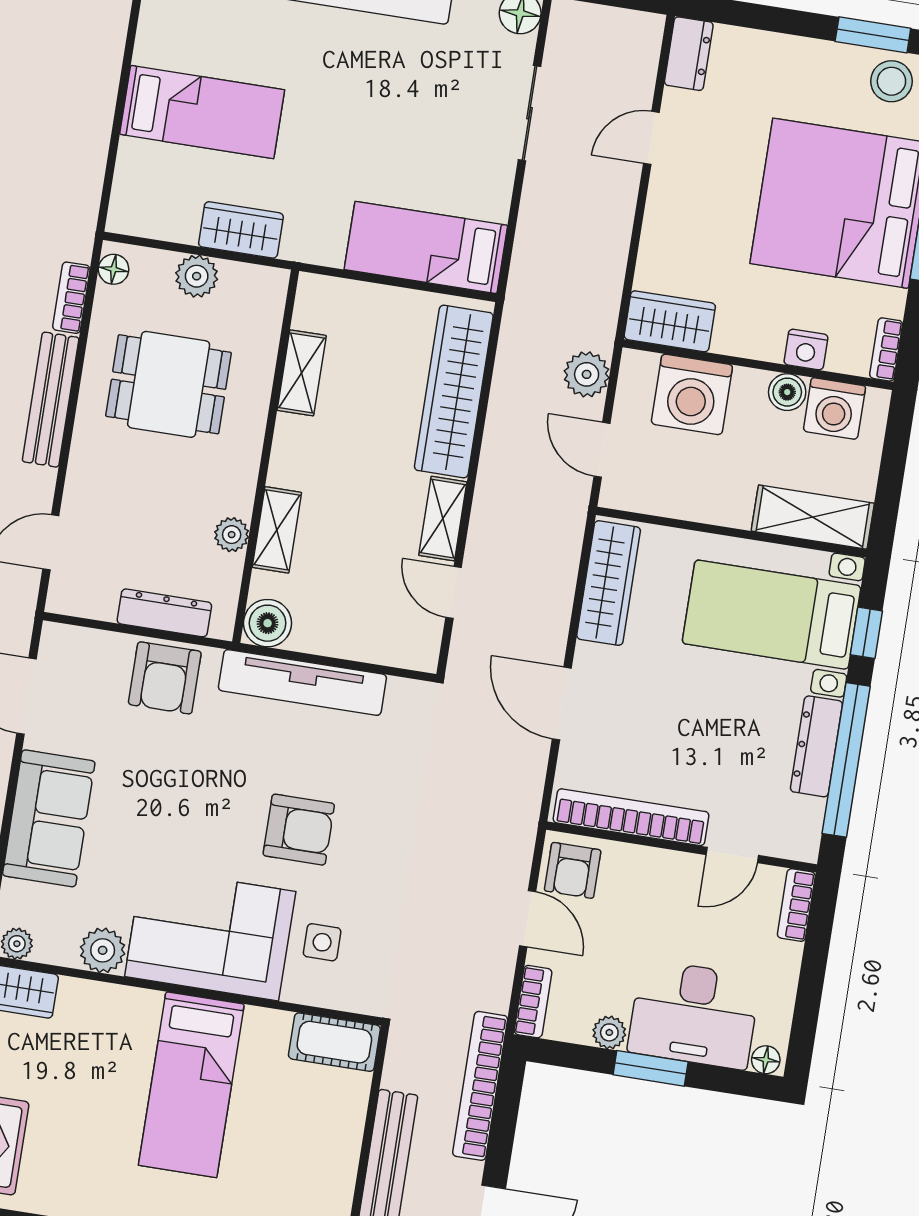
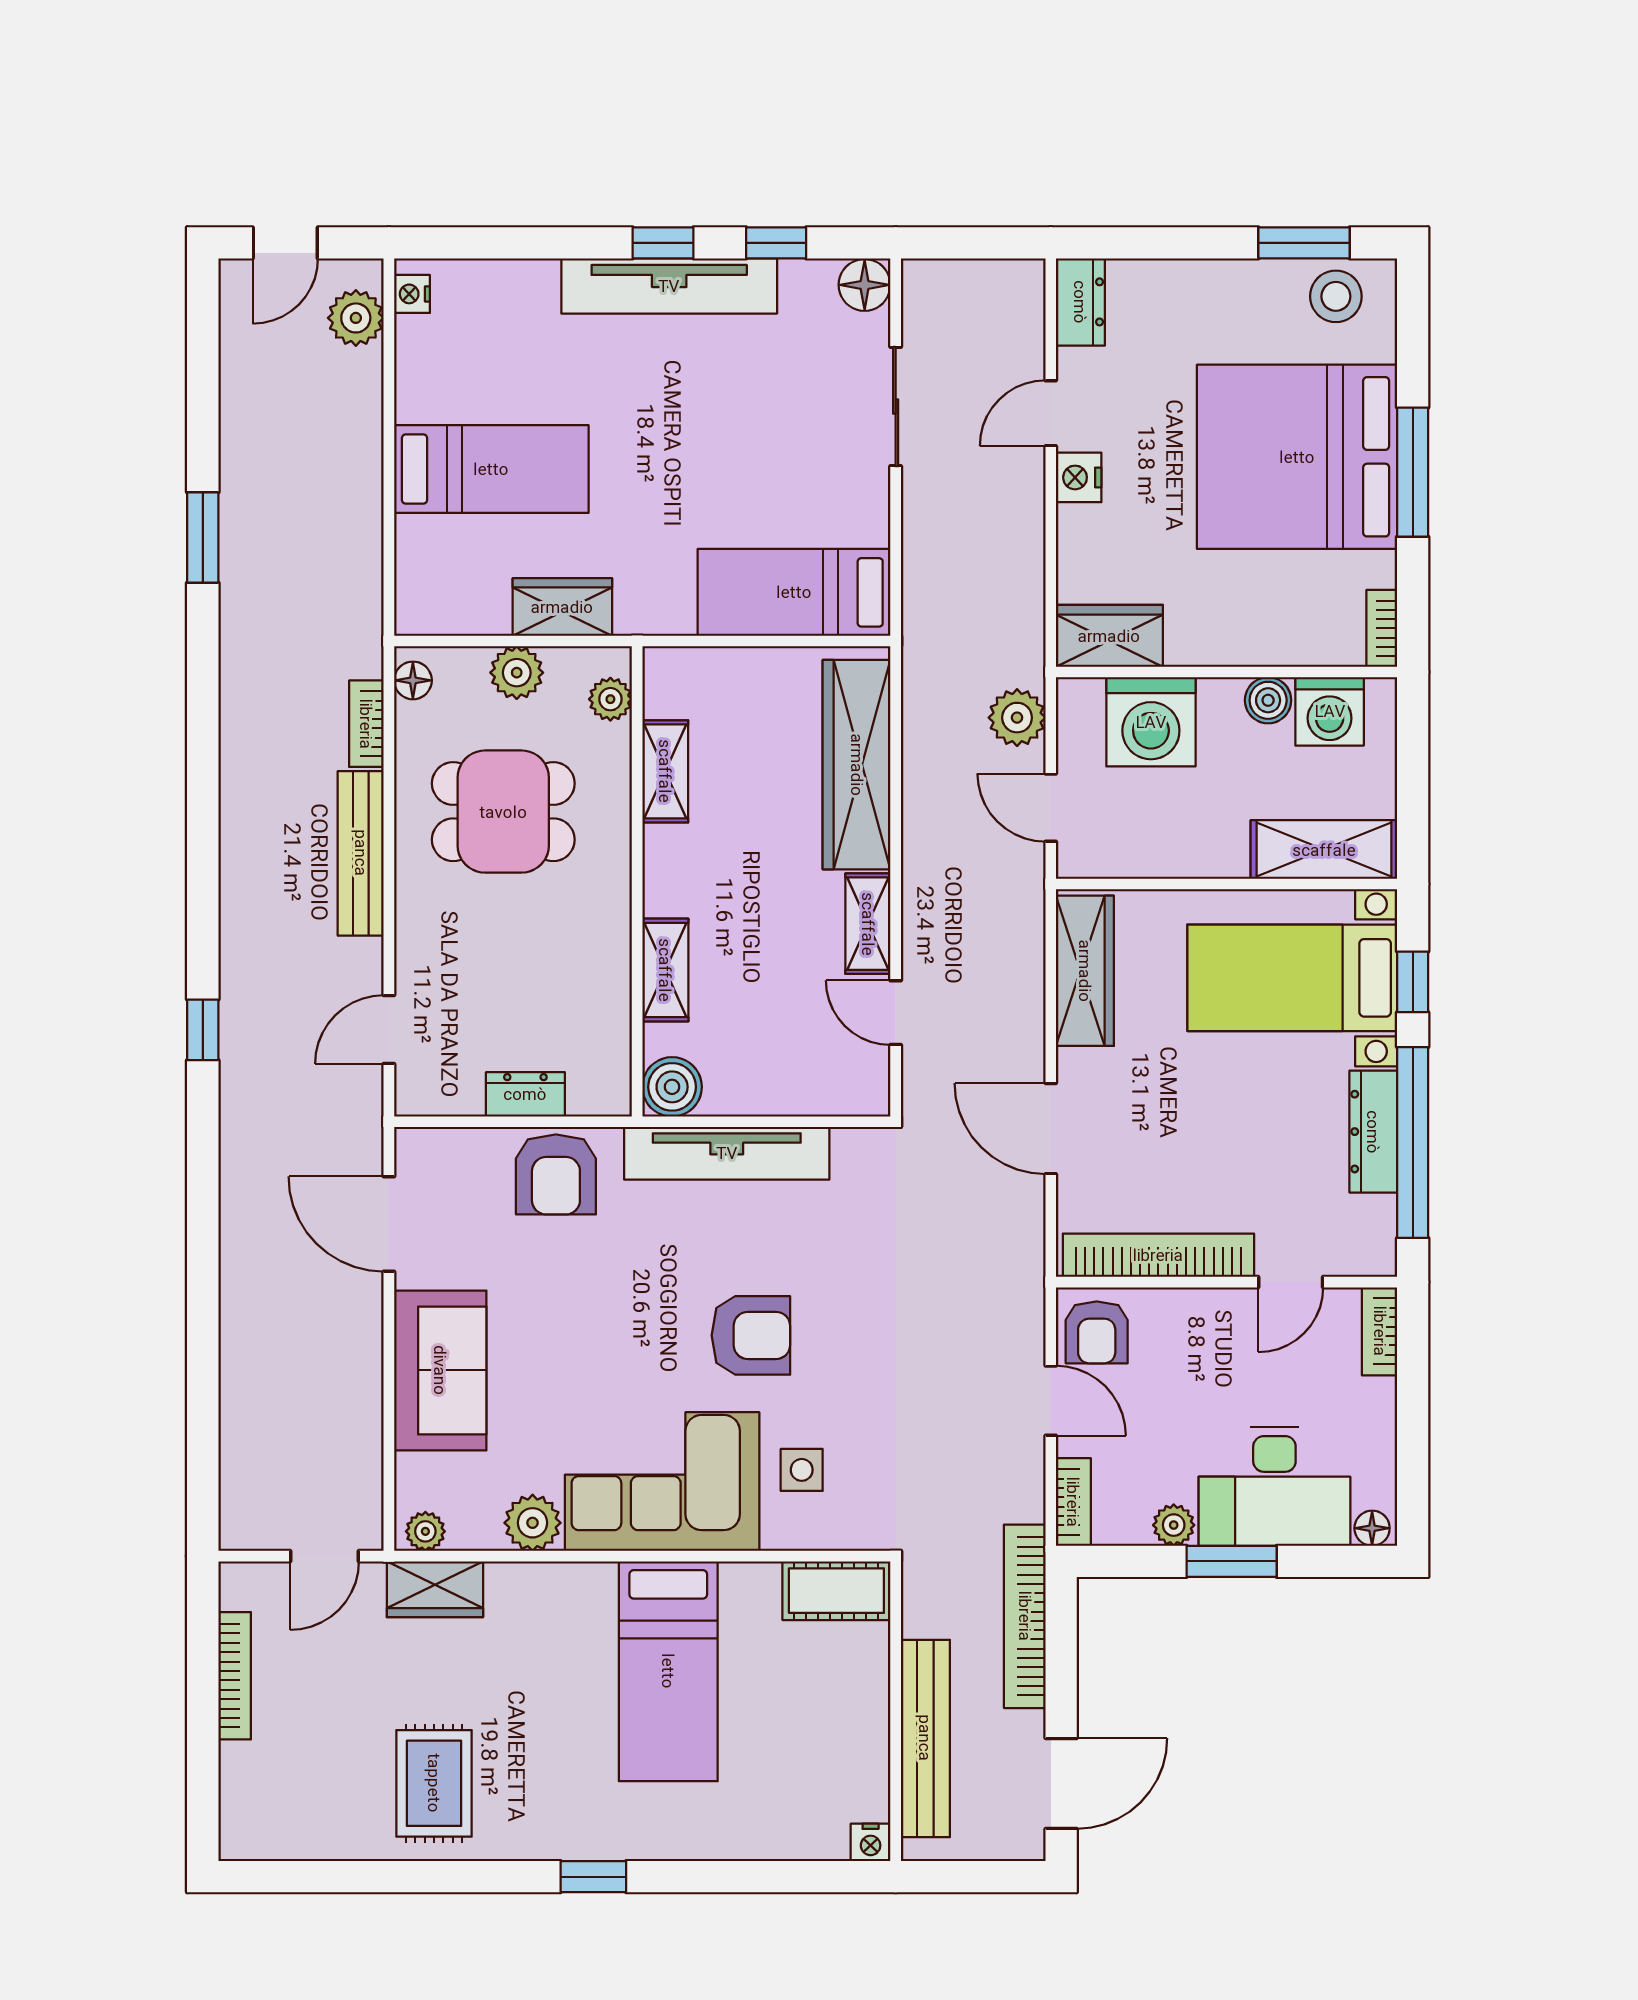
nightstand: (806, 350) -> (1079, 477), moved, turned 90
plant: (232, 535) -> (610, 699), moved
dresser: (164, 613) -> (525, 1094), width x0.70

